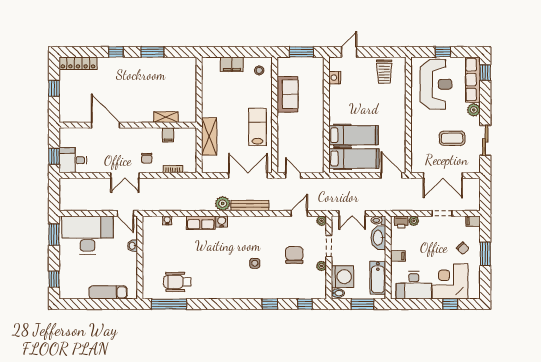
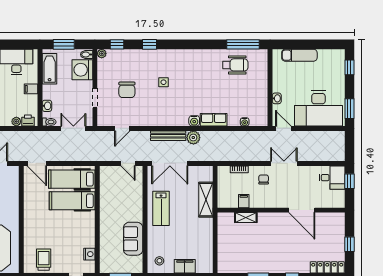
plant: (321, 221) -> (102, 122), removed
washbasin: (378, 238) -> (47, 106), width x0.52, depth x0.69
plant: (321, 266) -> (102, 54), moved

